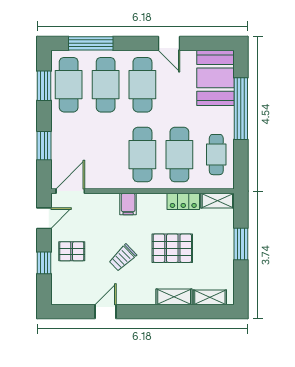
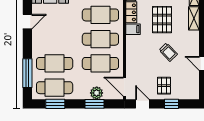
cafe table: (142, 85) -> (100, 63), moved
plant: (61, 149) -> (97, 93), added
filing cabinet: (128, 204) -> (133, 29), moved

